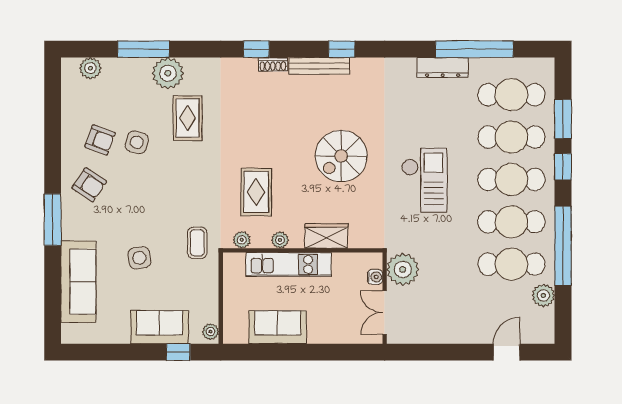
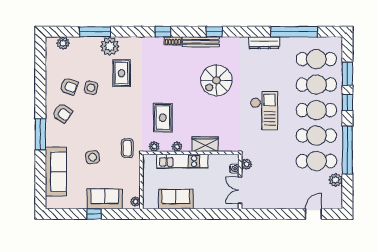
dresser: (443, 67) -> (264, 43), moved
spiral stairs: (341, 156) -> (216, 80), moved
plant: (403, 269) -> (247, 164), width x0.53, depth x0.53
window: (178, 352) -> (94, 214), moved

